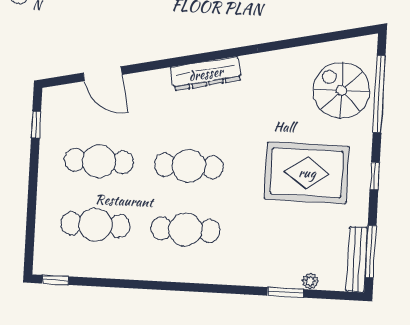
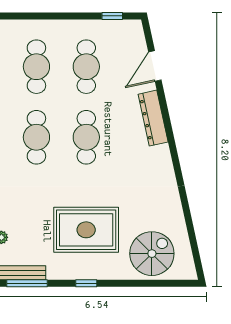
dresser: (206, 74) -> (153, 118), moved
window: (379, 94) -> (151, 283), removed
rug: (307, 173) -> (86, 230), turned 90

